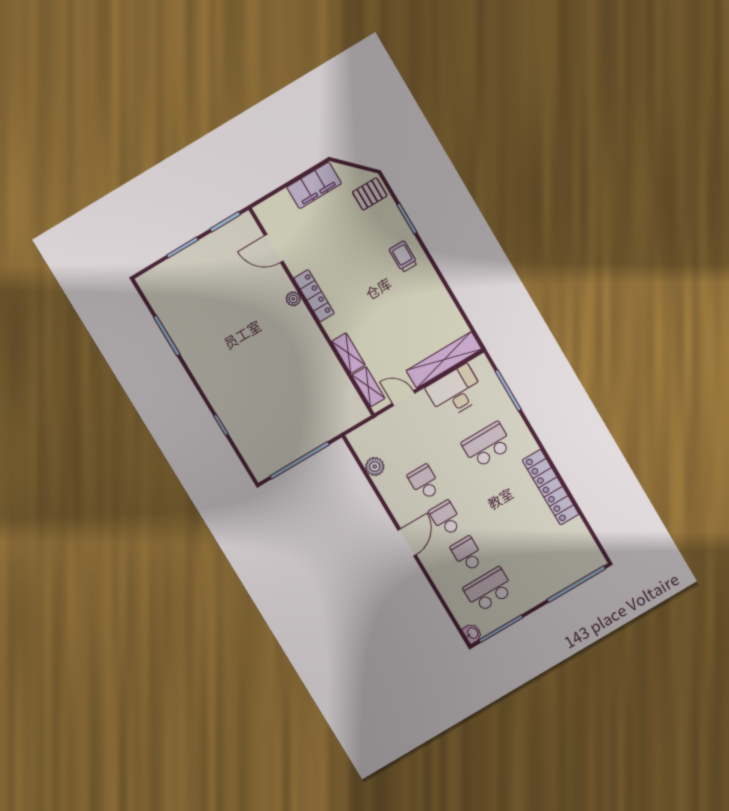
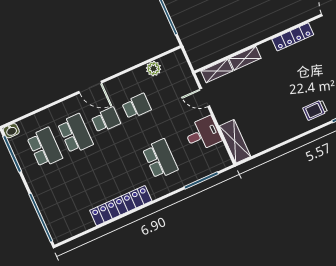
trolley: (403, 257) -> (315, 110), turned 180
plant: (293, 299) -> (292, 20), removed
shelving: (444, 360) -> (235, 141), width x0.68
desk: (455, 392) -> (203, 134), width x0.73
door: (404, 398) -> (205, 97), swing flipped
school desk: (467, 554) -> (75, 134), width x1.85

